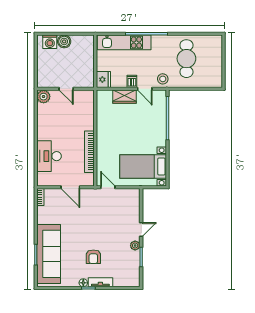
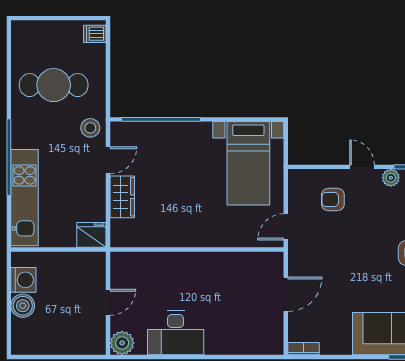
washing machine: (50, 42) -> (23, 280), moved
dishwasher: (132, 81) -> (95, 34), moved
bookcase: (89, 152) -> (222, 260), removed
desk: (49, 156) -> (176, 333), moved
armchair: (123, 213) -> (333, 199), added

